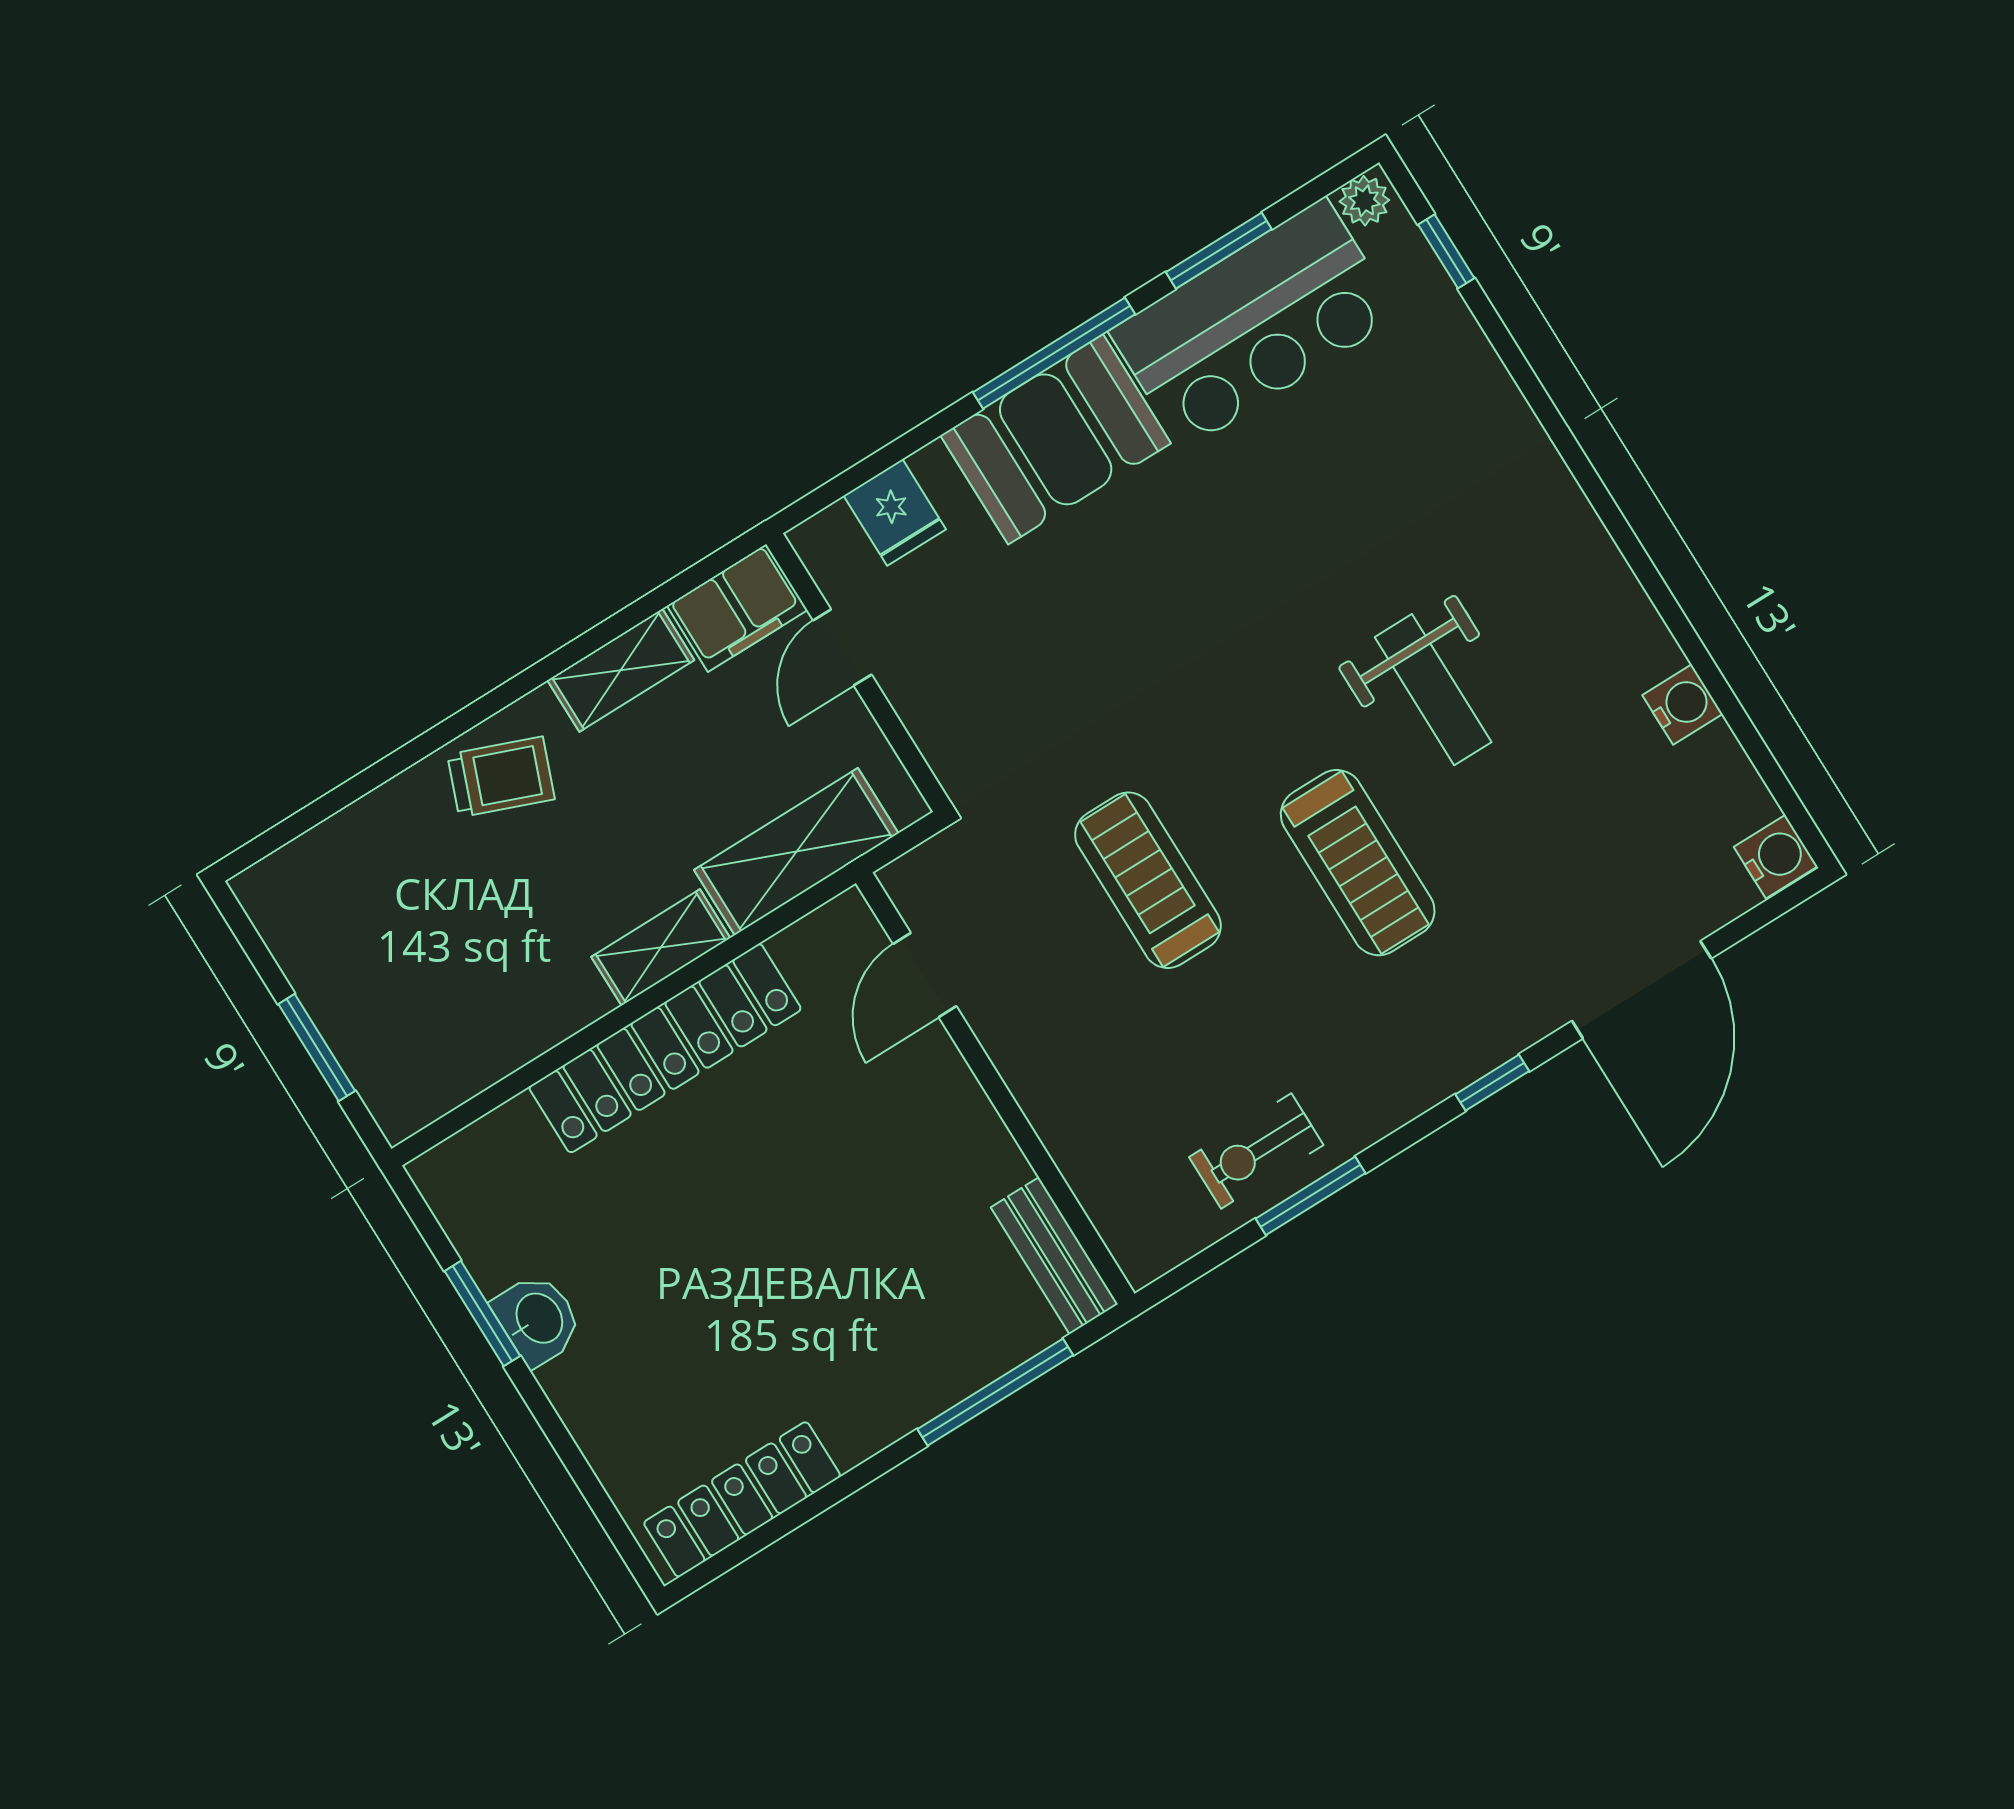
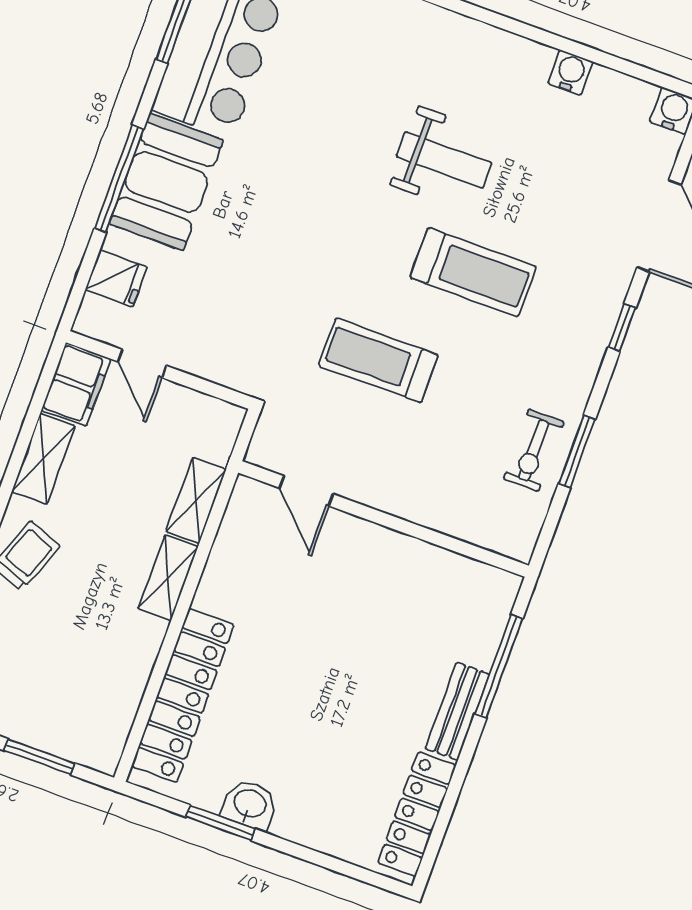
window: (1054, 353) -> (119, 179), moved
shelving: (796, 852) -> (196, 501), width x0.67, depth x0.75
locker: (665, 1048) -> (183, 695), moved
bench: (1054, 1256) -> (457, 711), moved, turned 90

